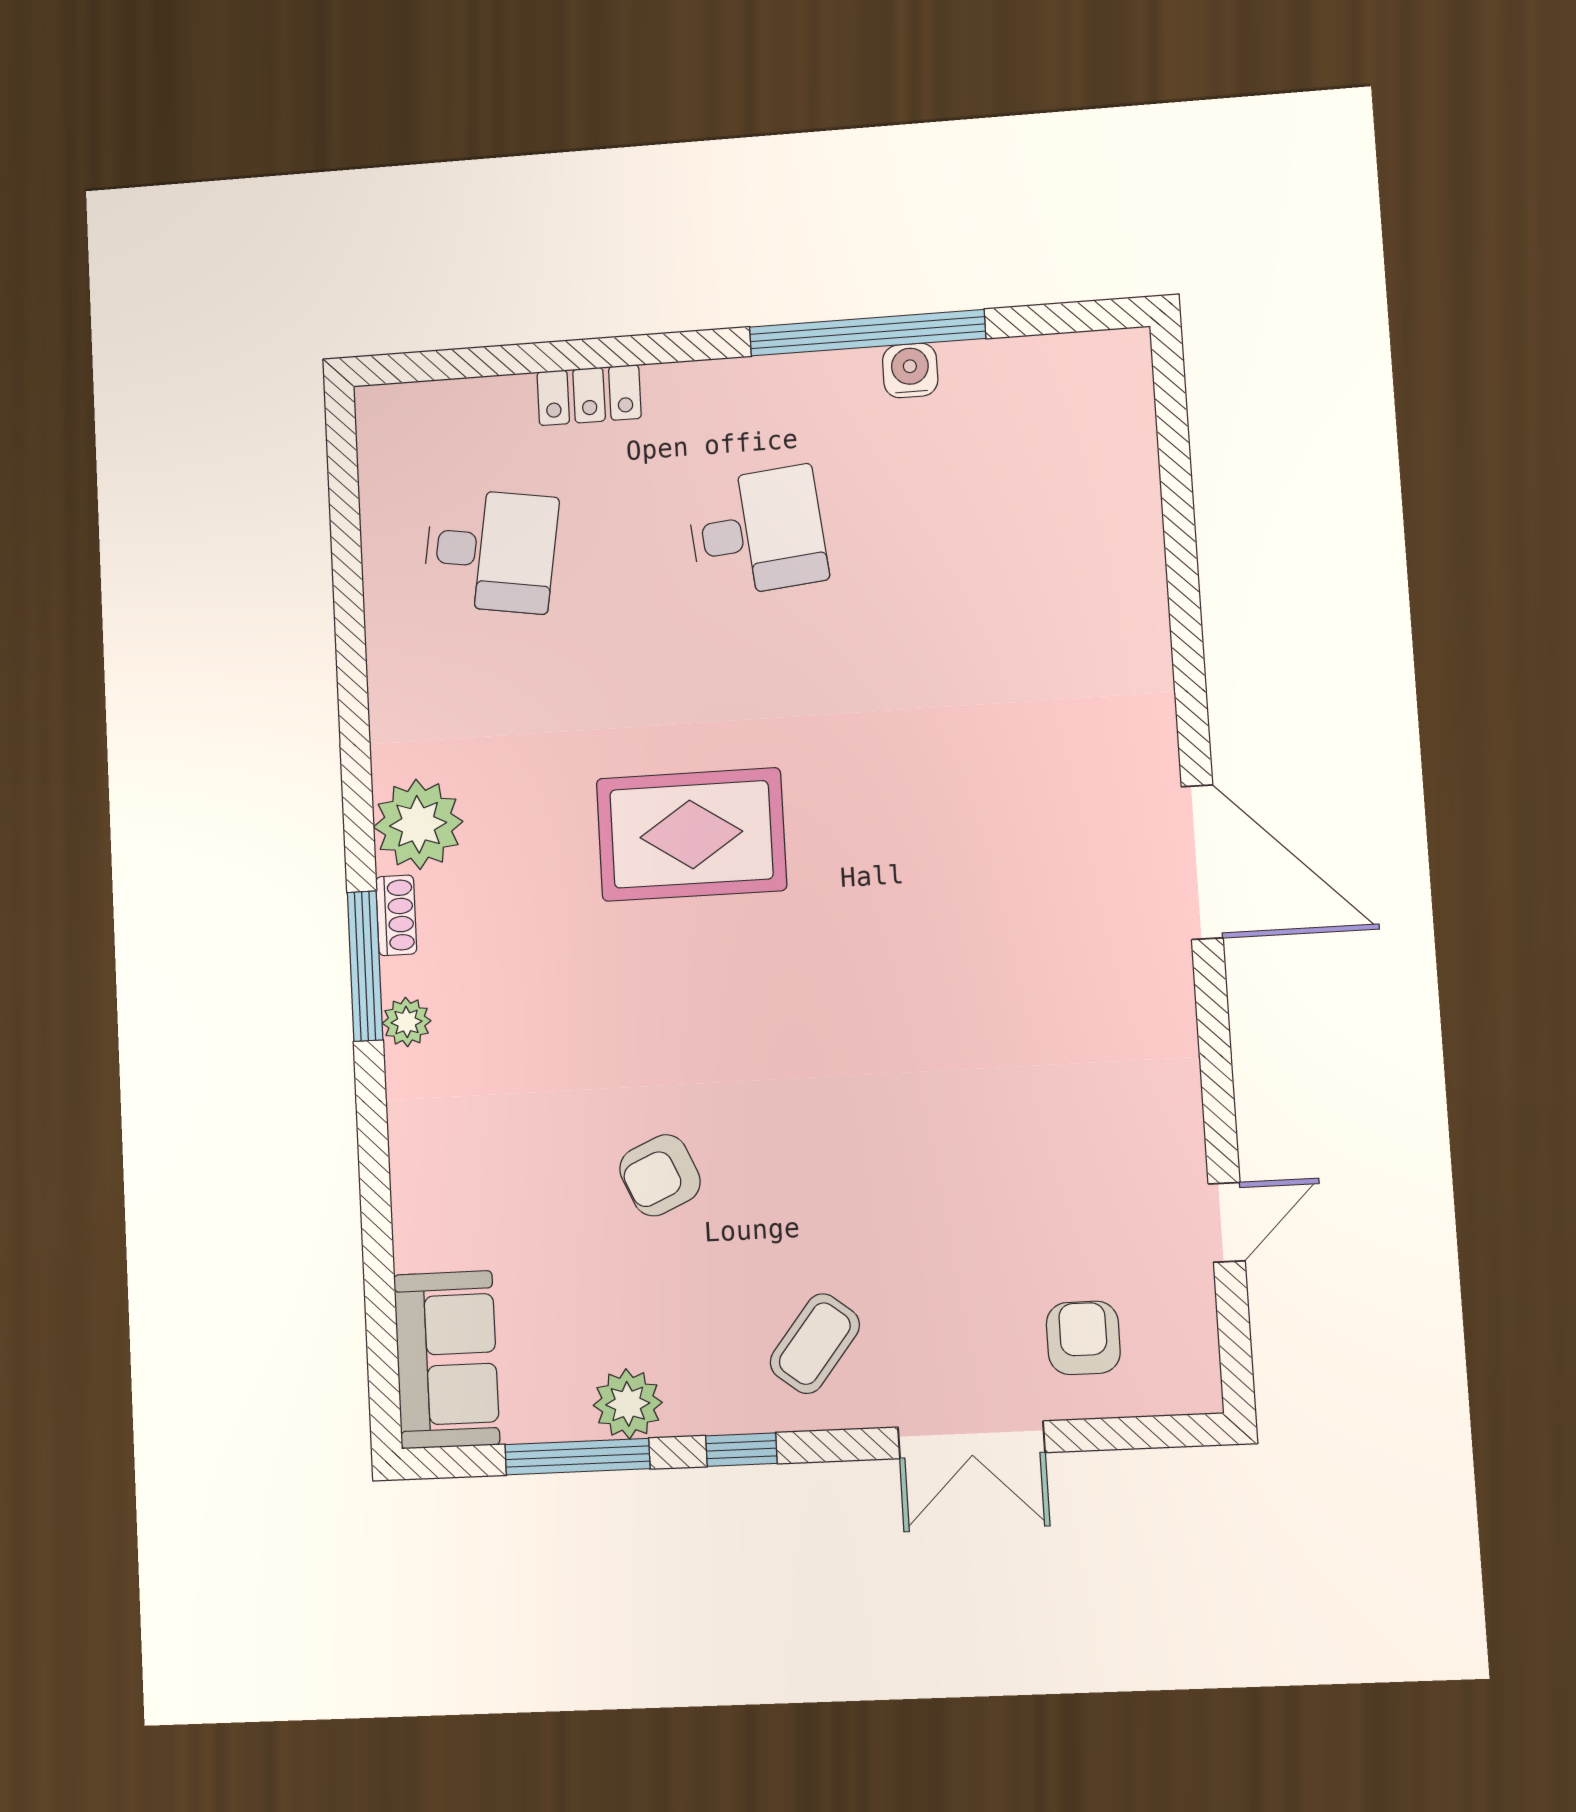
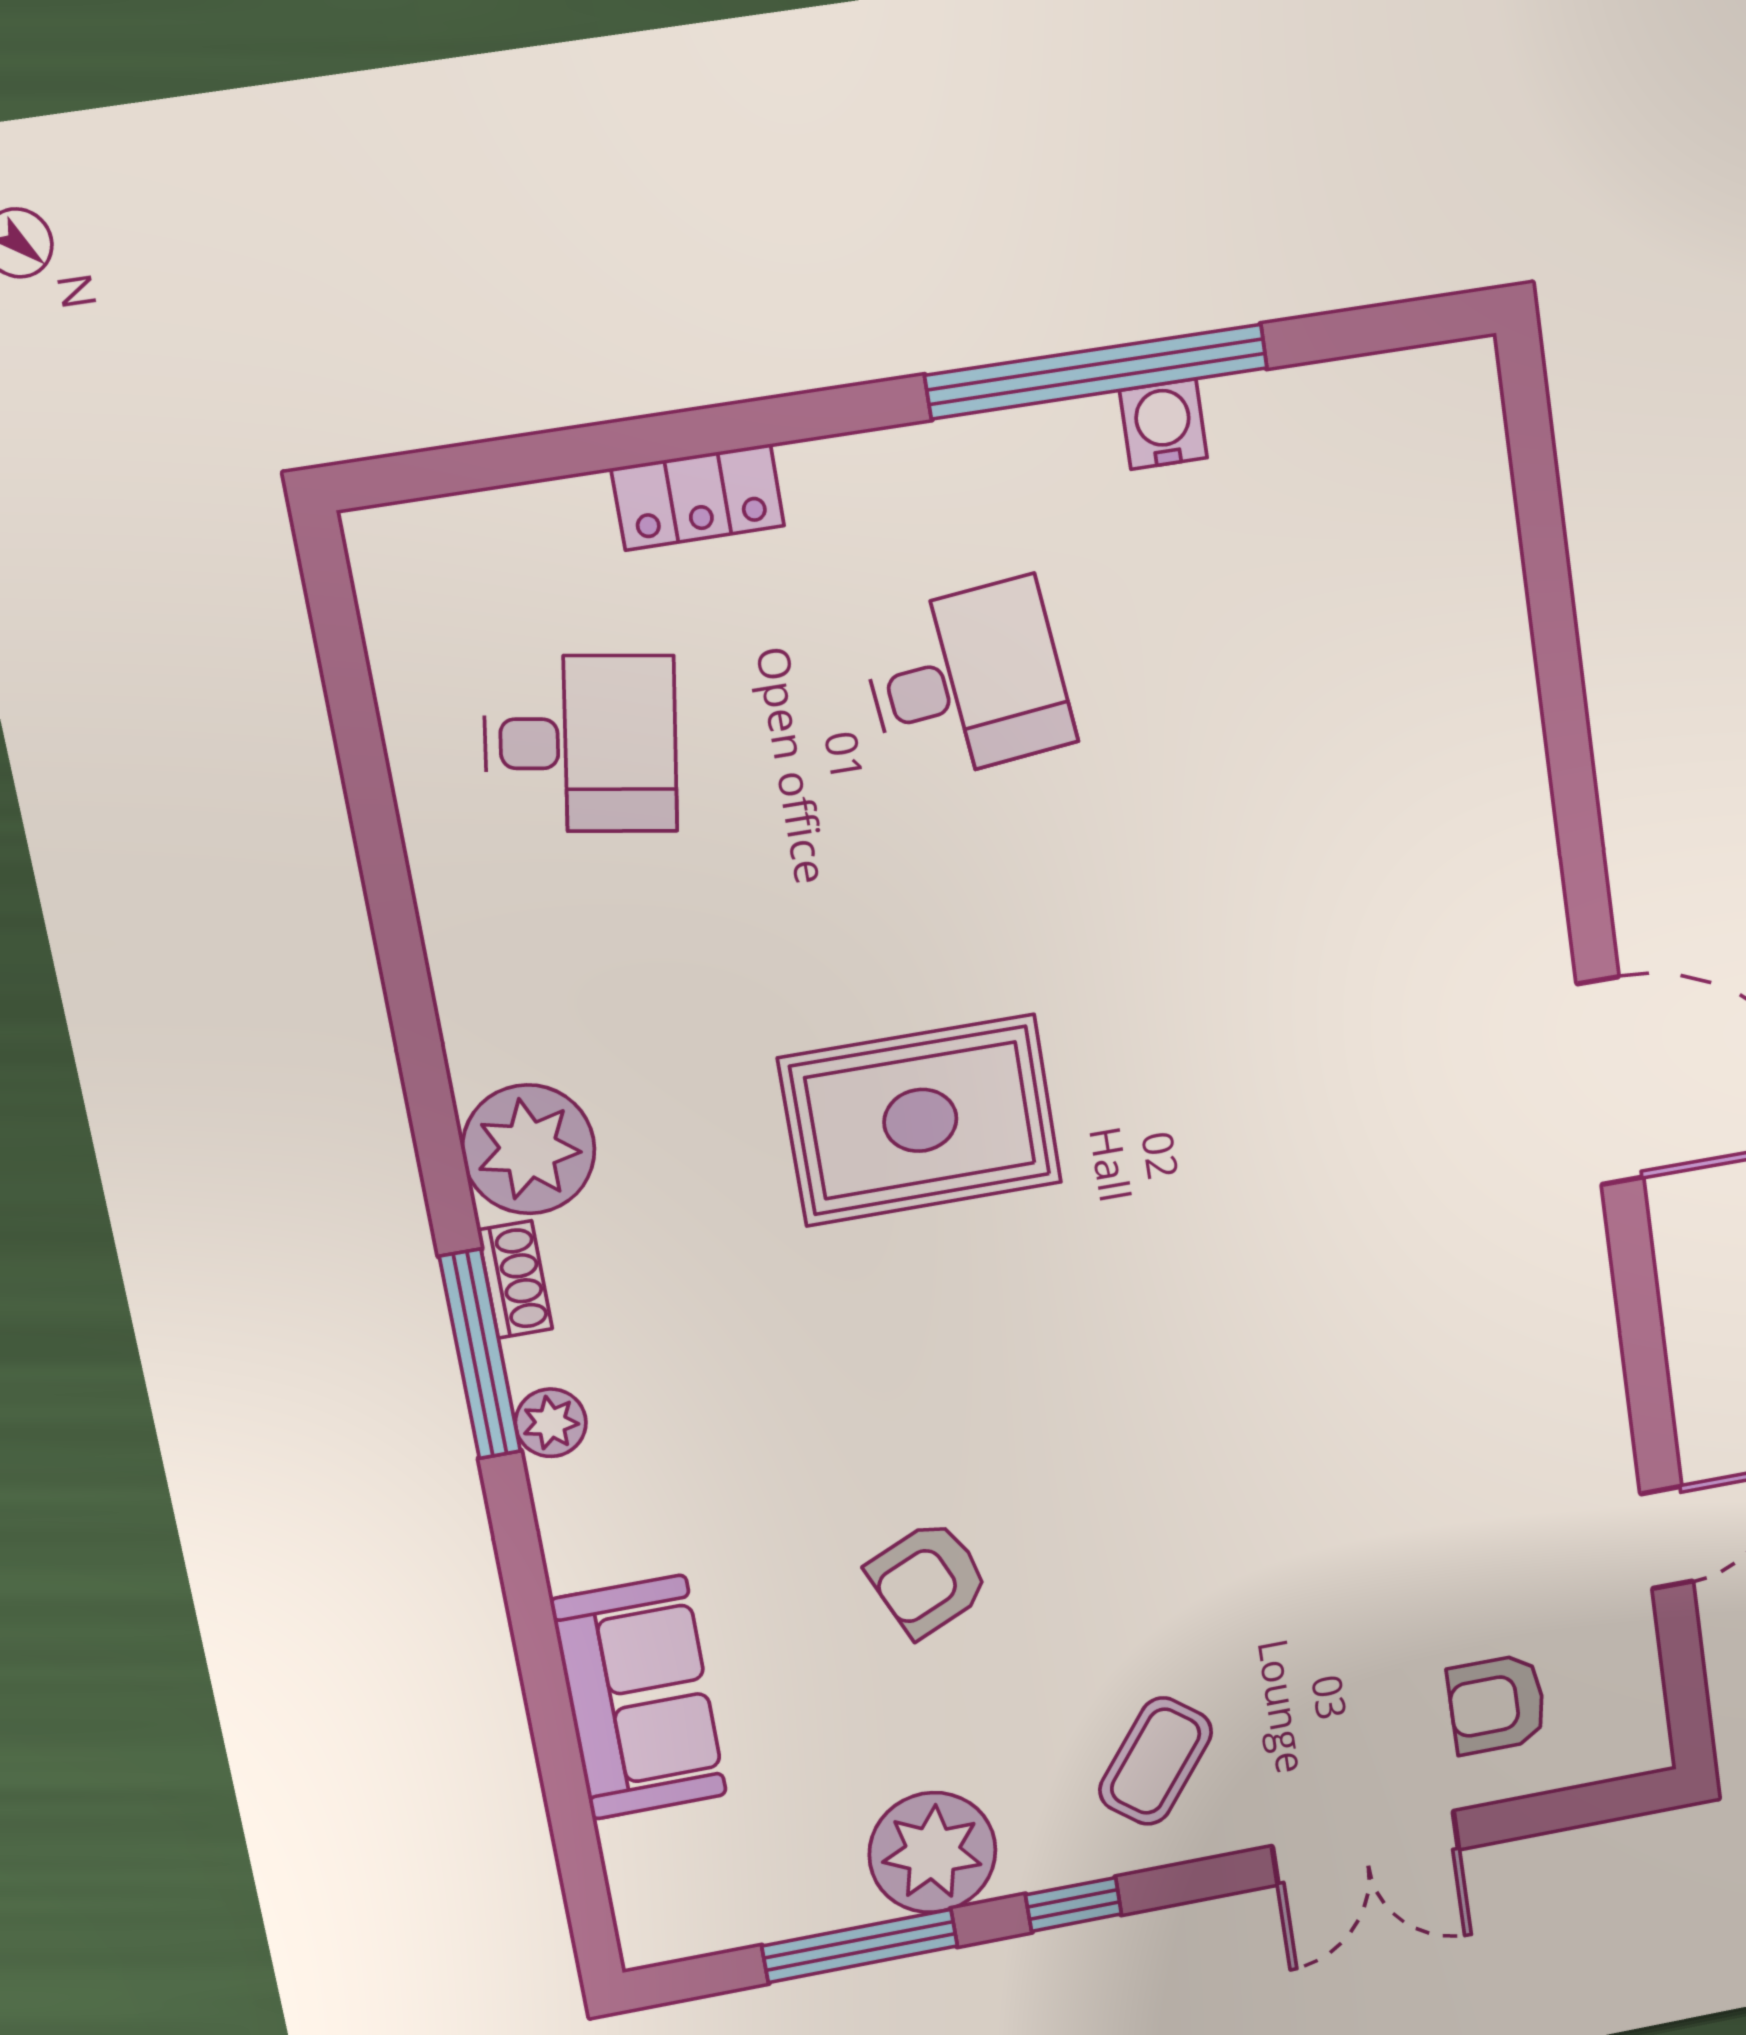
armchair: (1083, 1338) -> (1497, 1704), turned -90
sofa: (447, 1360) -> (639, 1698), moved
plant: (628, 1404) -> (932, 1853), width x1.36, depth x1.36

